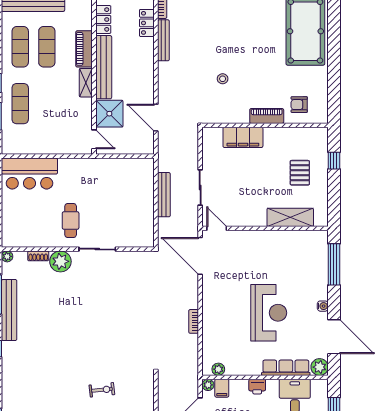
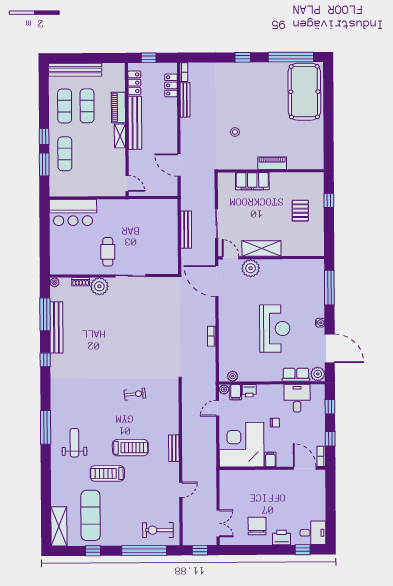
armchair: (299, 105) -> (299, 153), removed
shower: (109, 114) -> (140, 162), removed
shelving: (290, 217) -> (261, 248), moved
plant: (240, 241) -> (251, 268), added
row of seats: (286, 368) -> (296, 375), width x0.68
printer: (257, 387) -> (249, 391), moved

